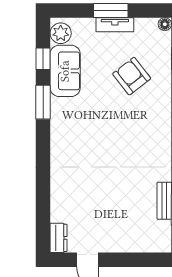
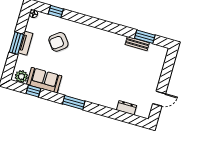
window: (43, 102) -> (74, 103), moved
dresser: (59, 238) -> (126, 108), moved

